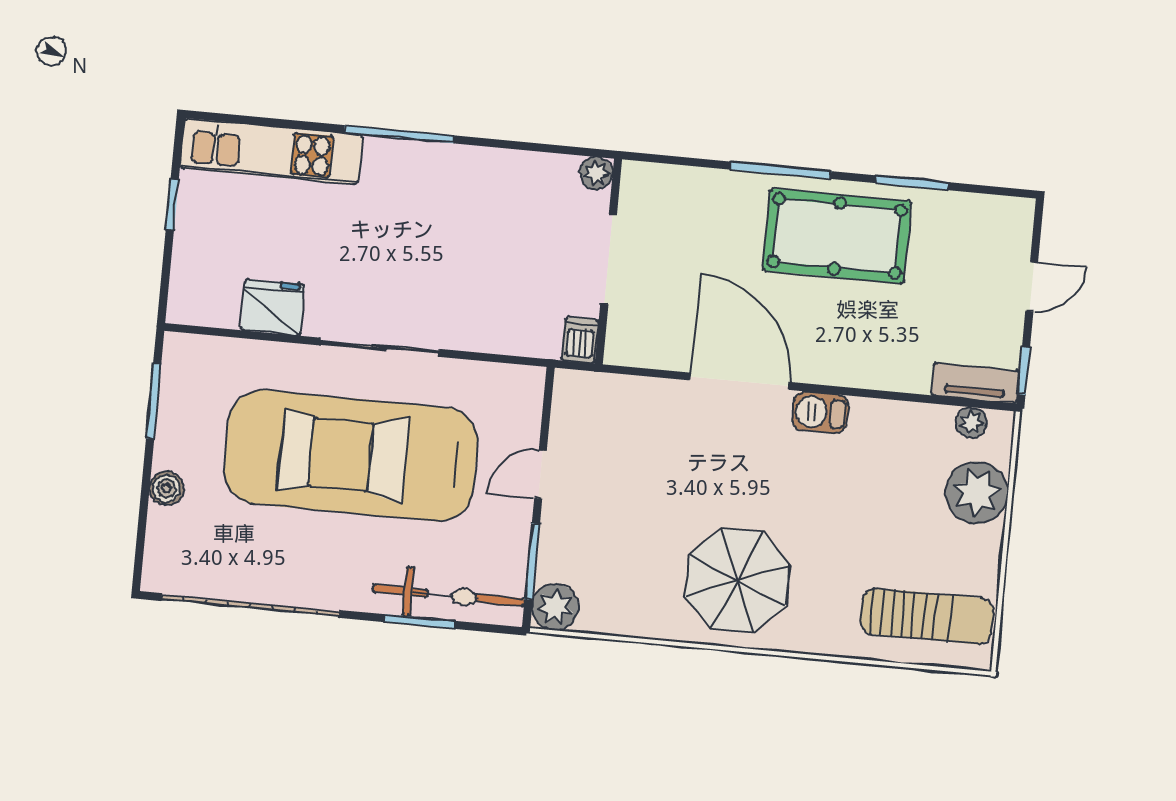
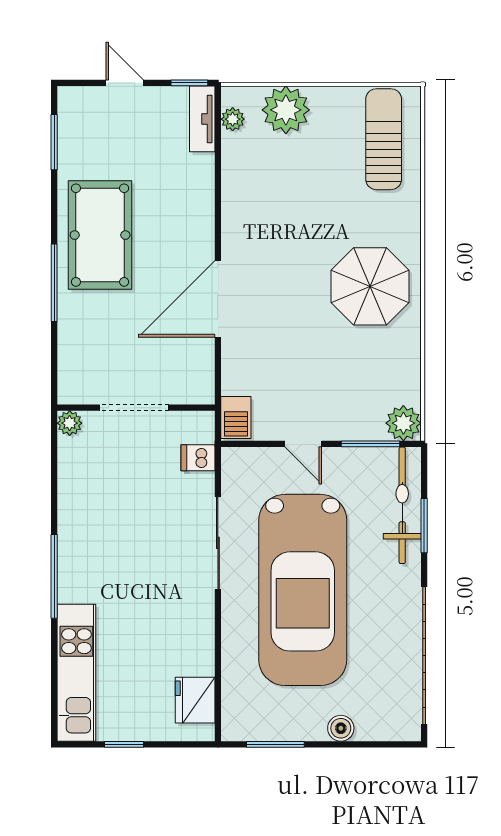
window: (912, 183) -> (54, 142), moved
fridge: (273, 307) -> (195, 700), moved
dishwasher: (580, 340) -> (198, 458), moved
sliding door: (379, 347) -> (218, 543), moved
barbecue: (820, 412) -> (236, 418), moved

